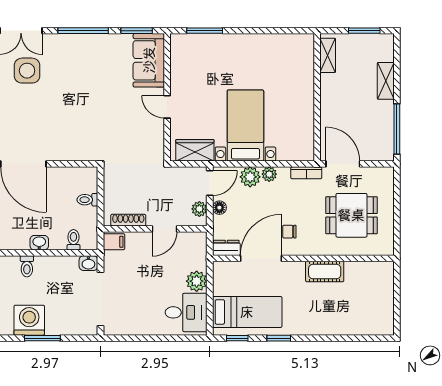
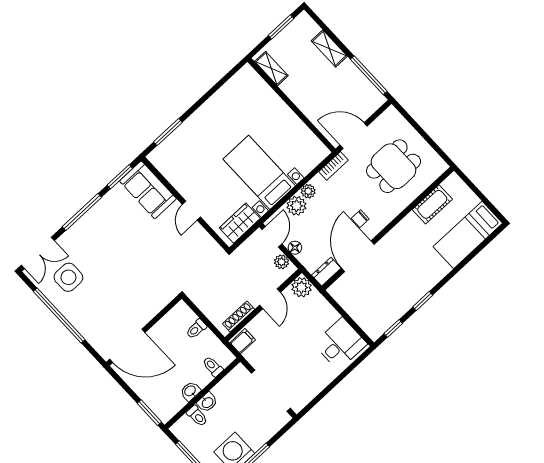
door: (167, 107) -> (192, 211), hinge flipped
washbasin: (88, 263) -> (207, 402), moved
cot: (325, 272) -> (432, 204), moved
plant: (197, 281) -> (302, 287), moved
bed: (247, 312) -> (468, 235), moved, turned 180

